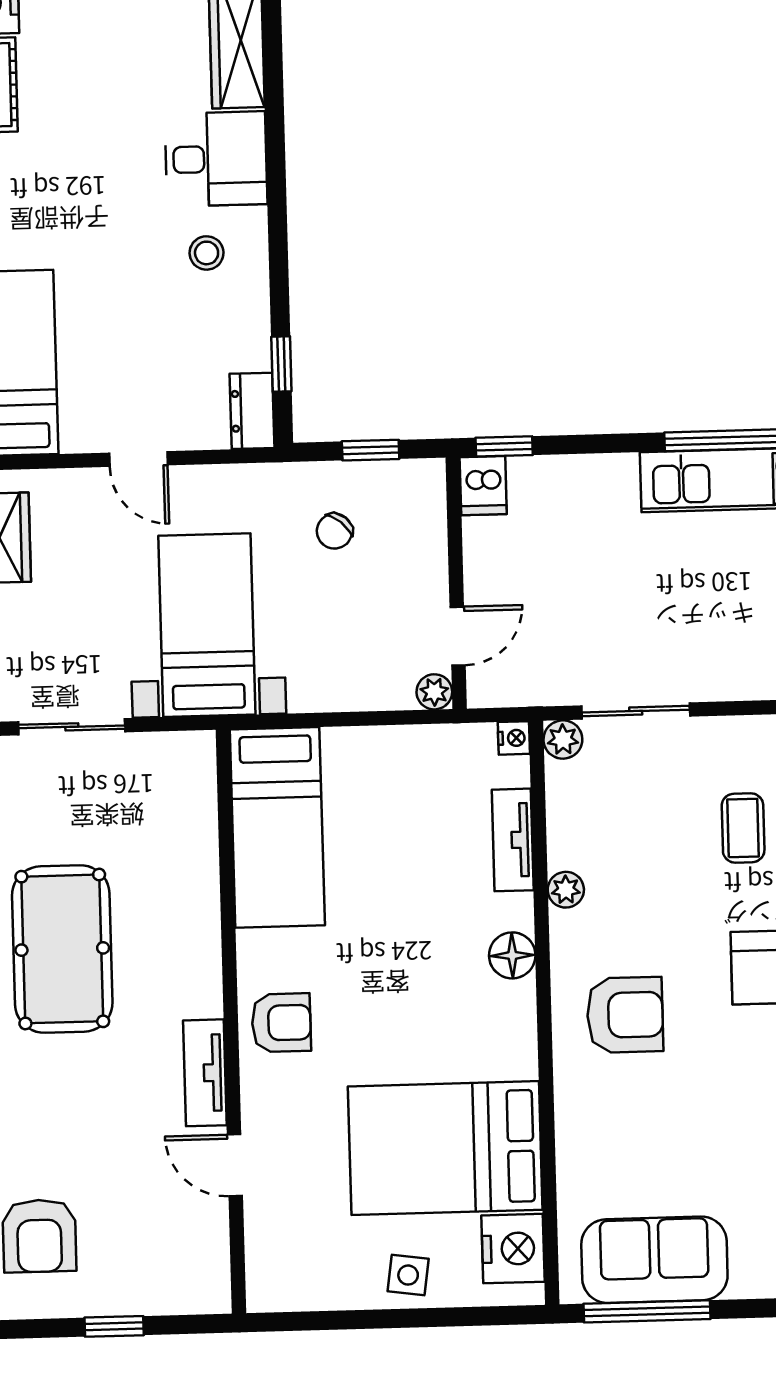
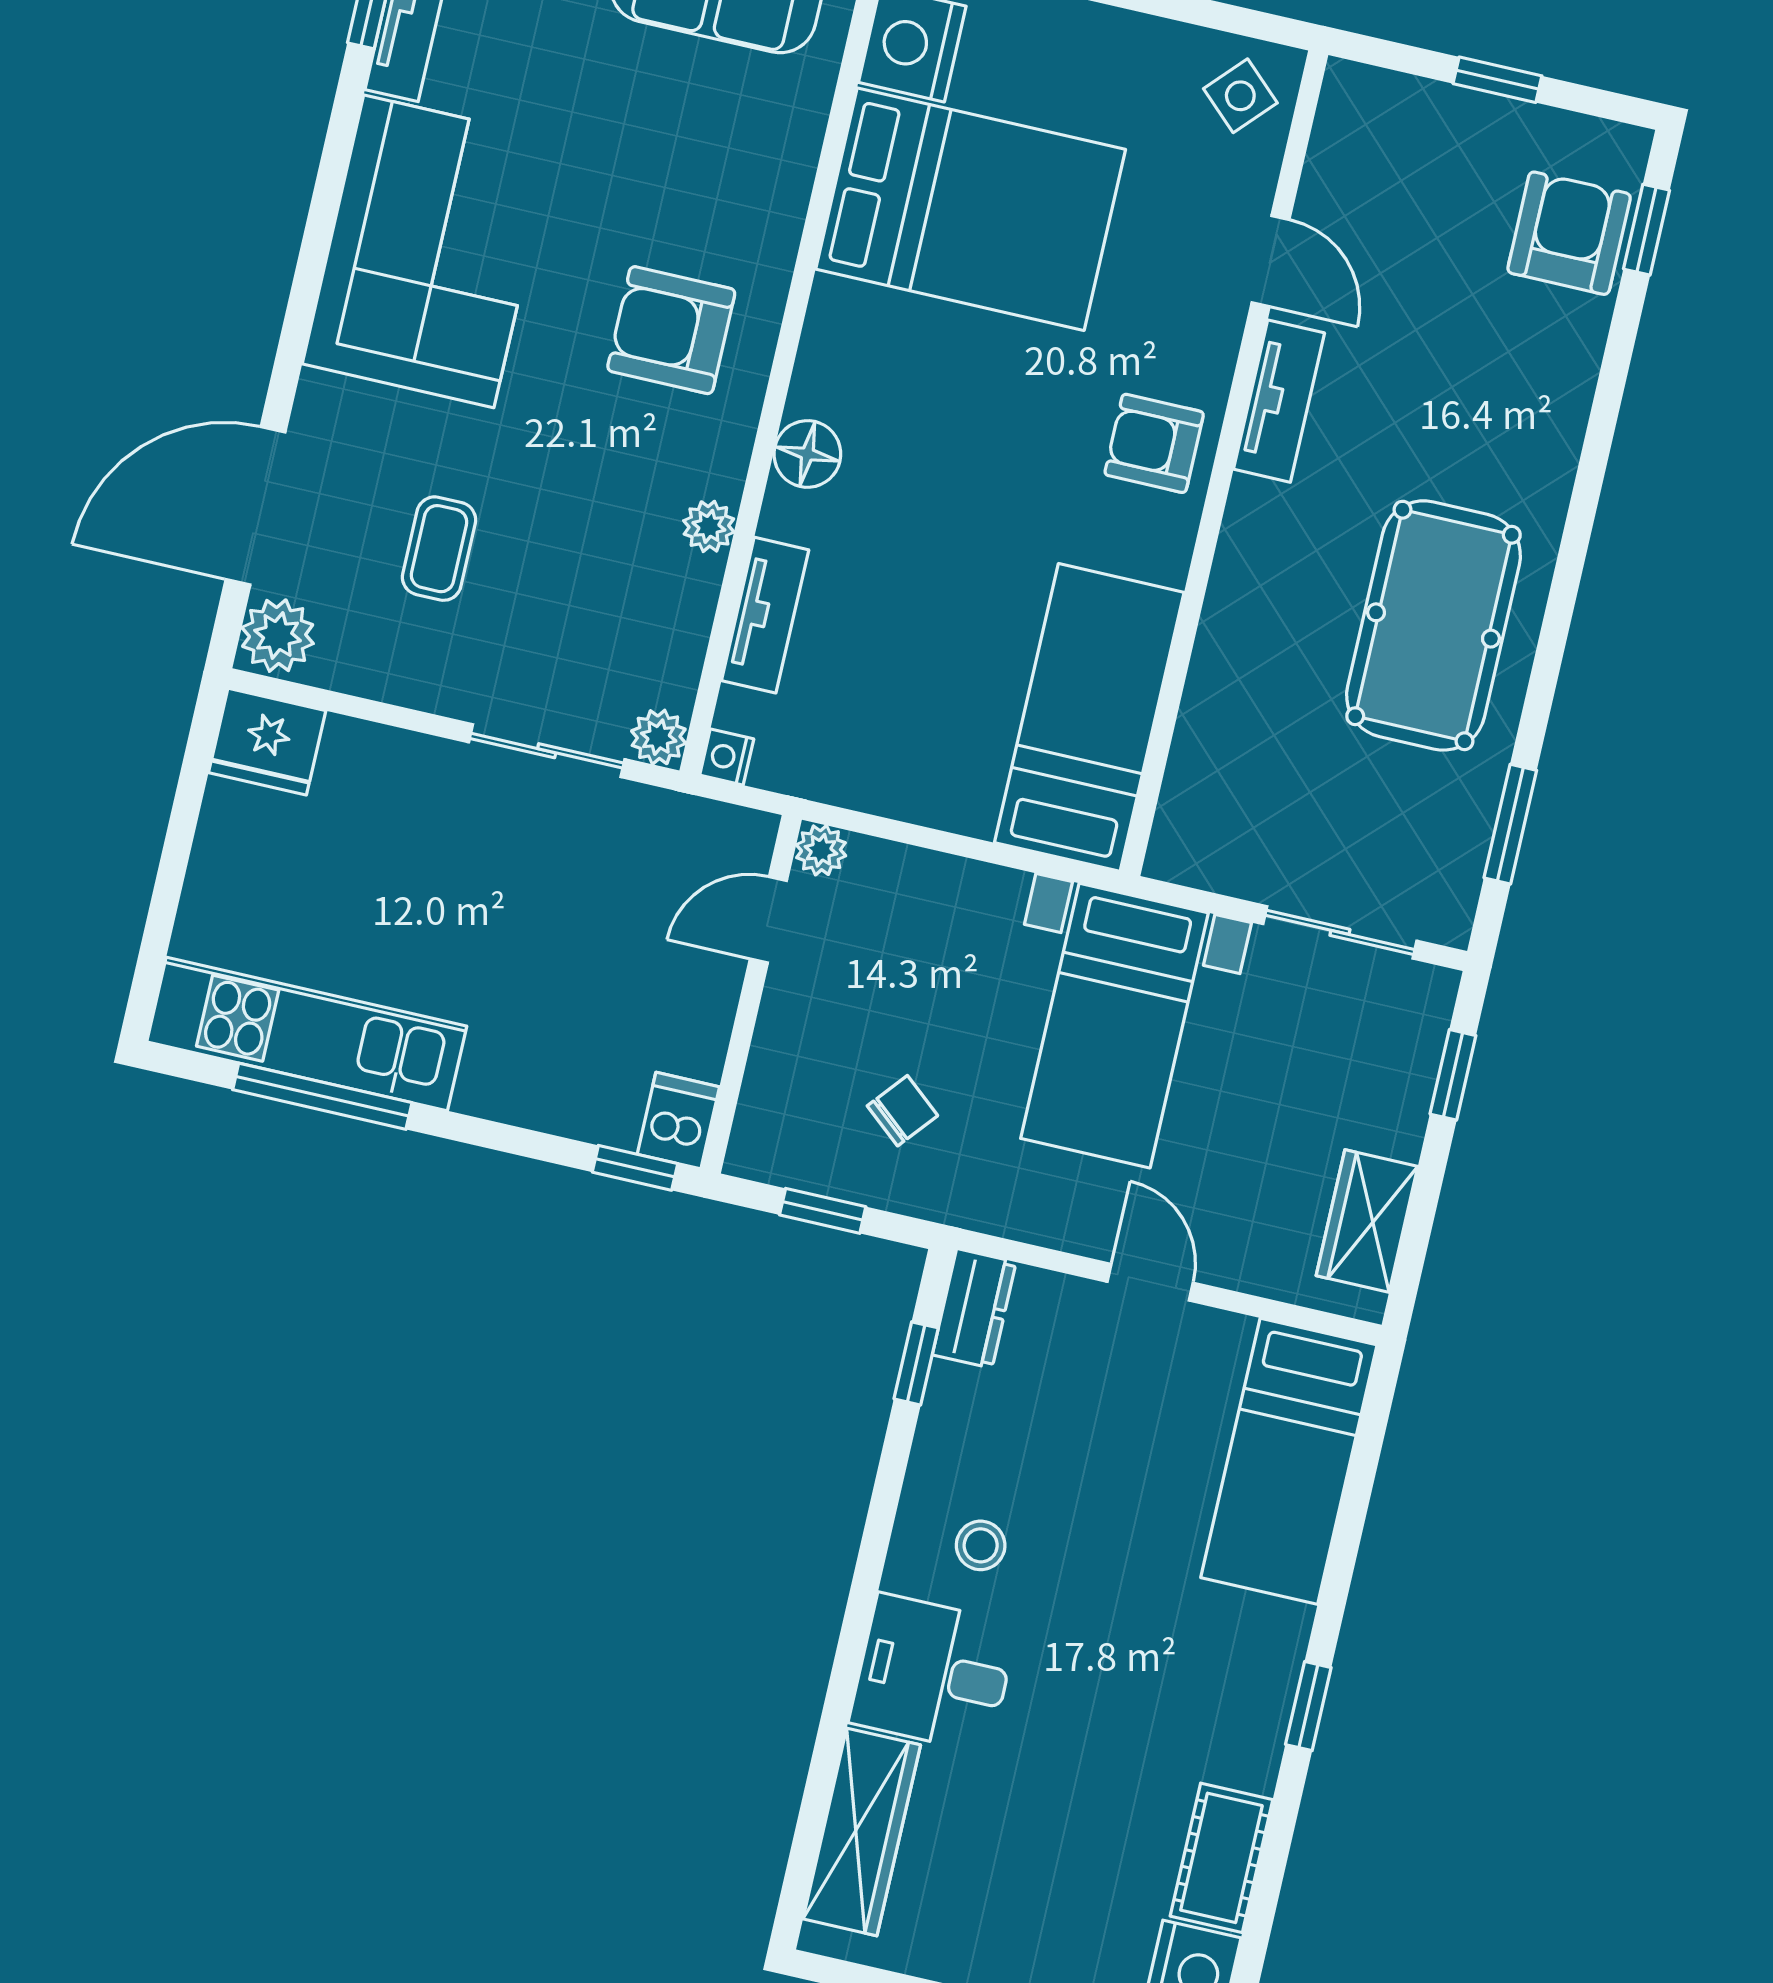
side table: (408, 1275) -> (1240, 96), moved, turned 35

